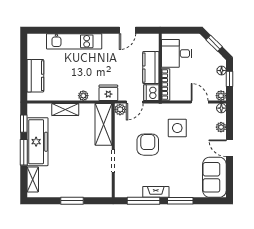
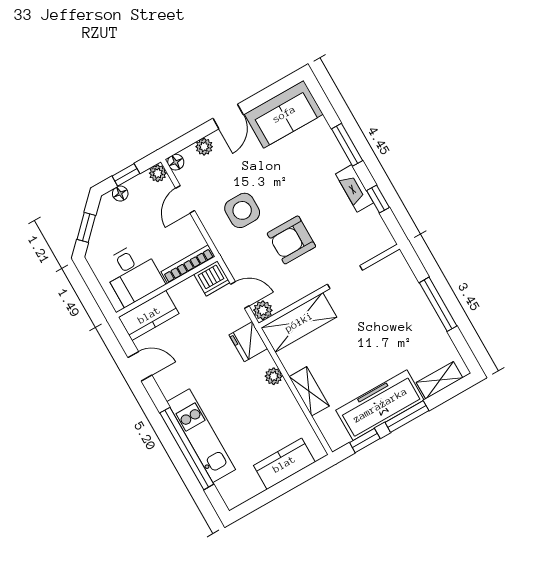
window: (72, 30) -> (187, 449), added
kitchen counter: (151, 68) -> (149, 315), moved
window: (72, 201) -> (438, 304), width x1.44
window: (143, 201) -> (378, 199), width x0.46

